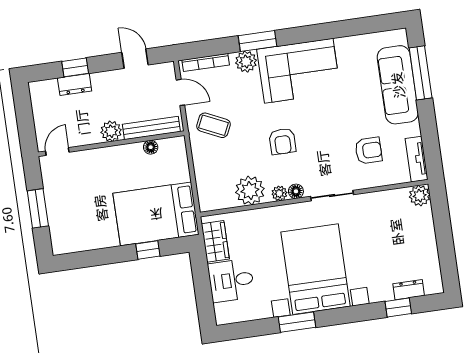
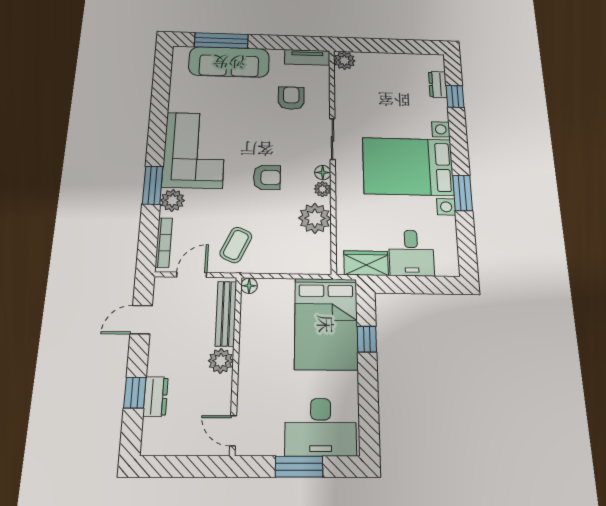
floor lamp: (151, 147) -> (249, 286), moved
desk: (71, 221) -> (321, 427), added

